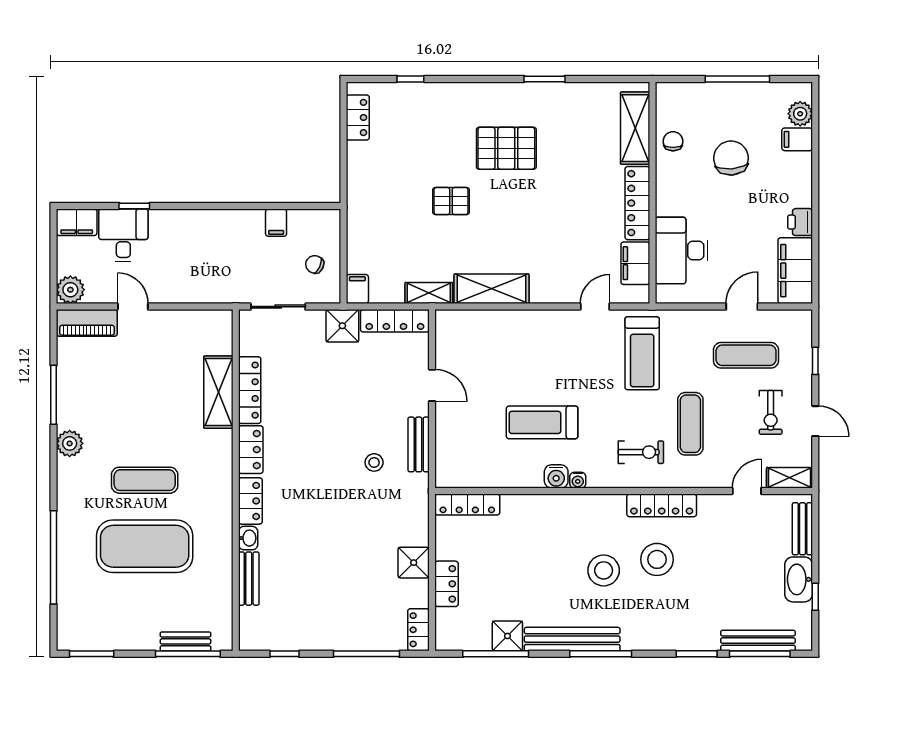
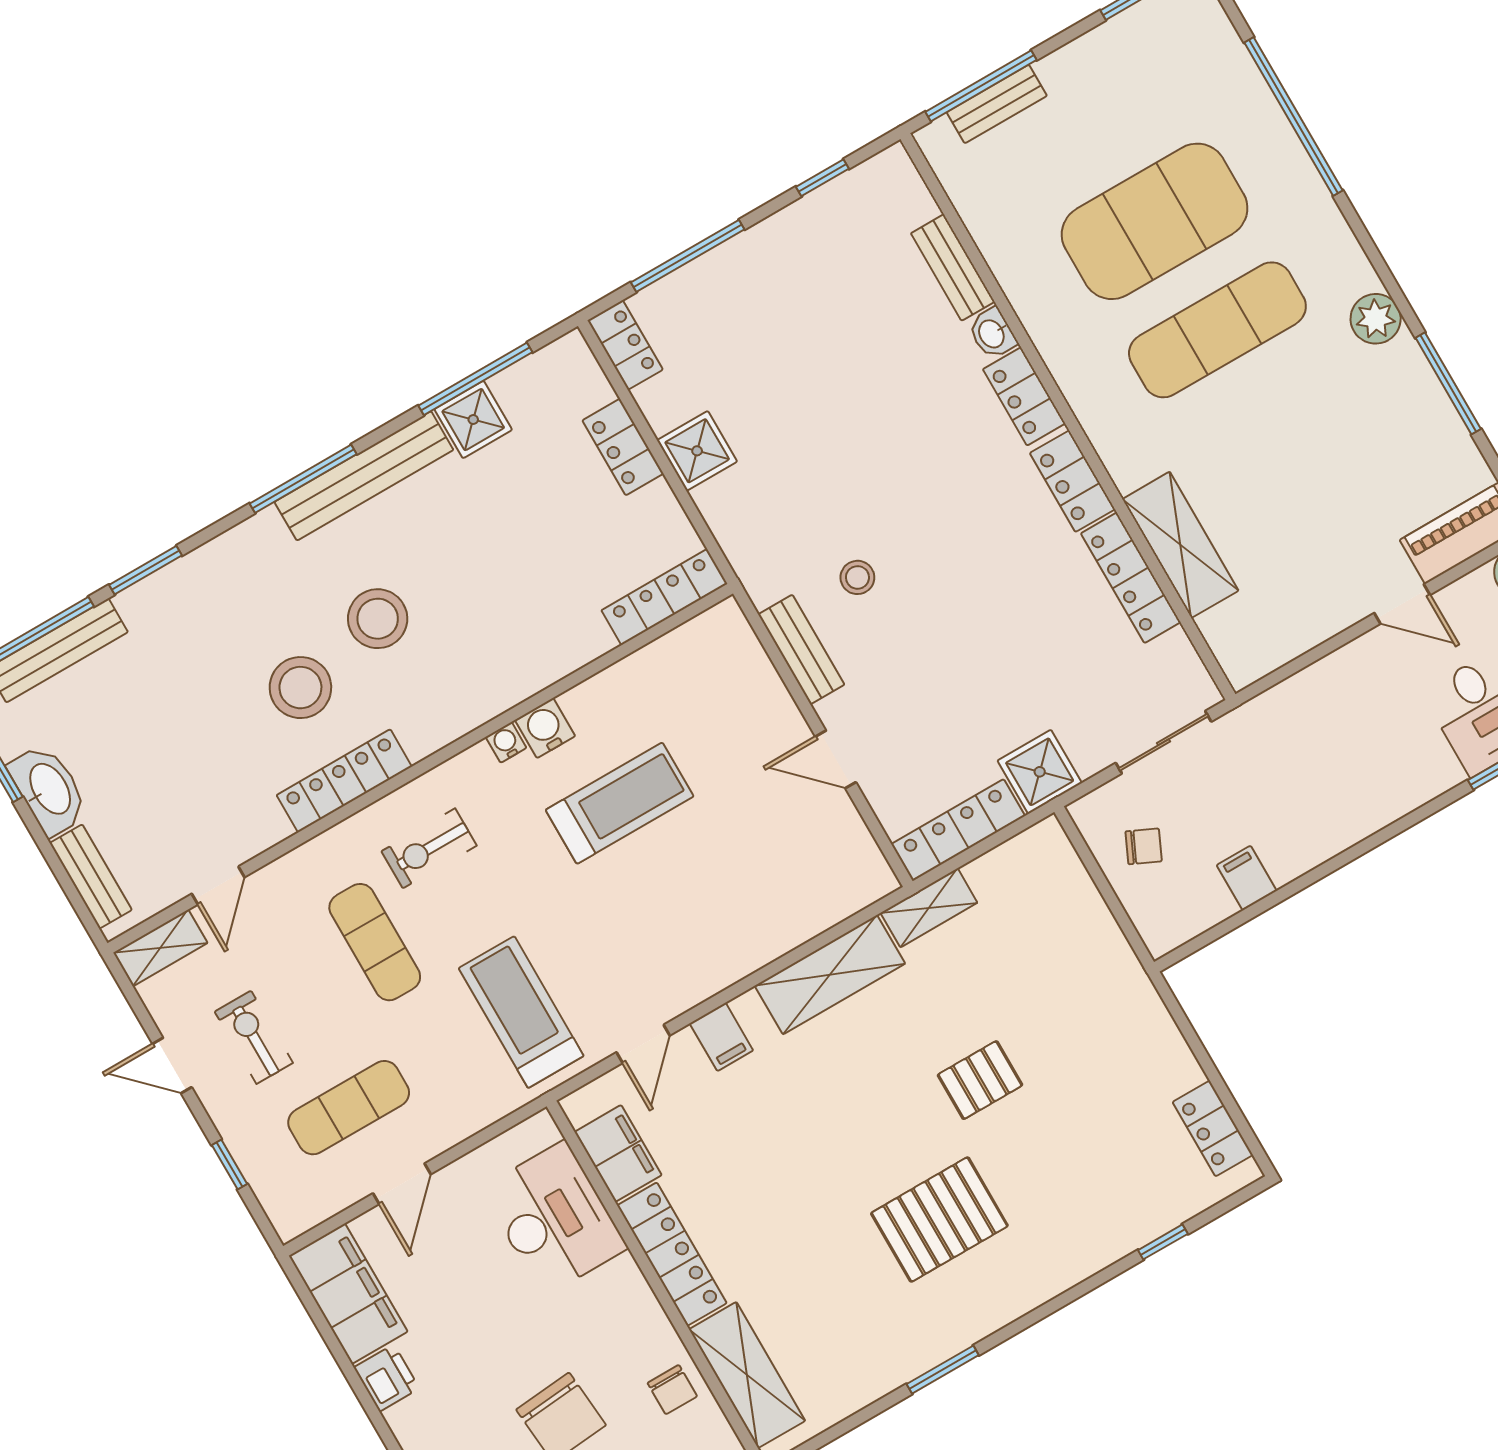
filing cabinet: (357, 289) -> (721, 1037), moved
exercise mat: (145, 480) -> (1217, 330), width x1.36, depth x1.45

